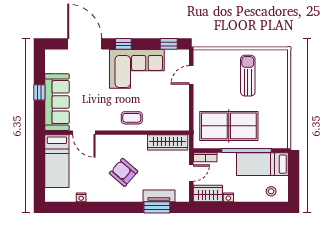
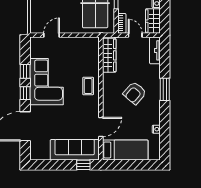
window: (169, 44) -> (25, 71), moved
door: (191, 75) -> (52, 35), swing flipped
window: (39, 92) -> (83, 165), moved
tv unit: (159, 196) -> (155, 50), moved
window: (157, 207) -> (165, 89), moved

